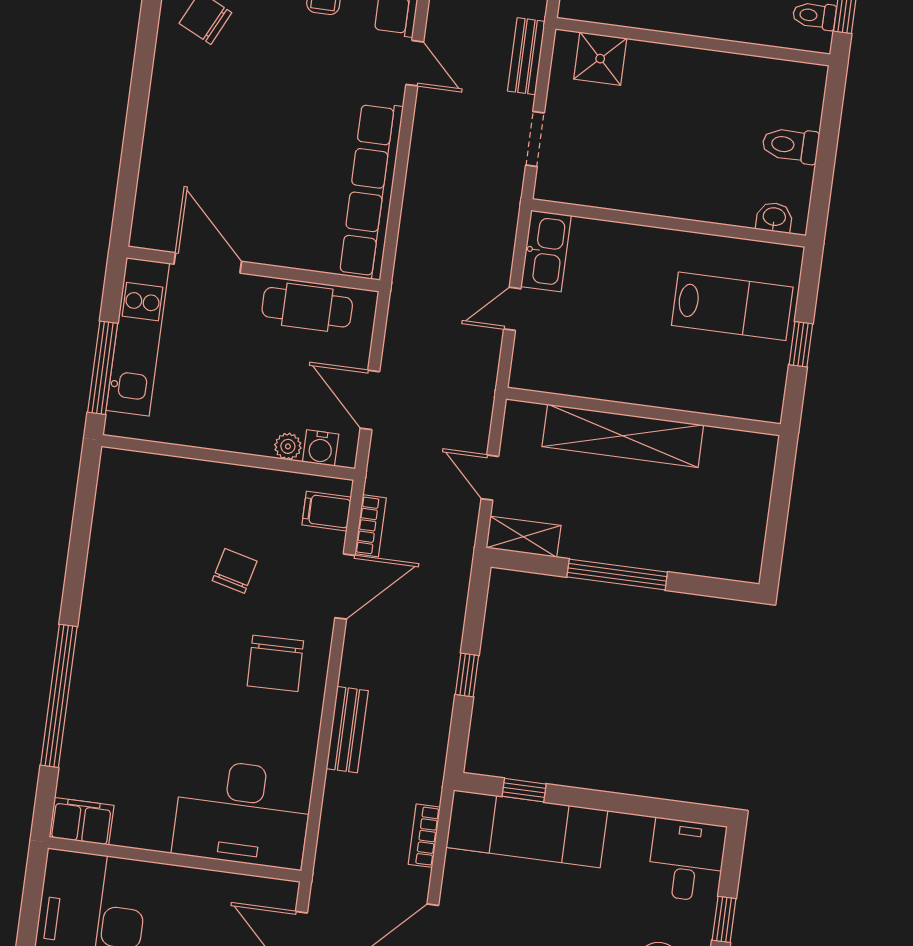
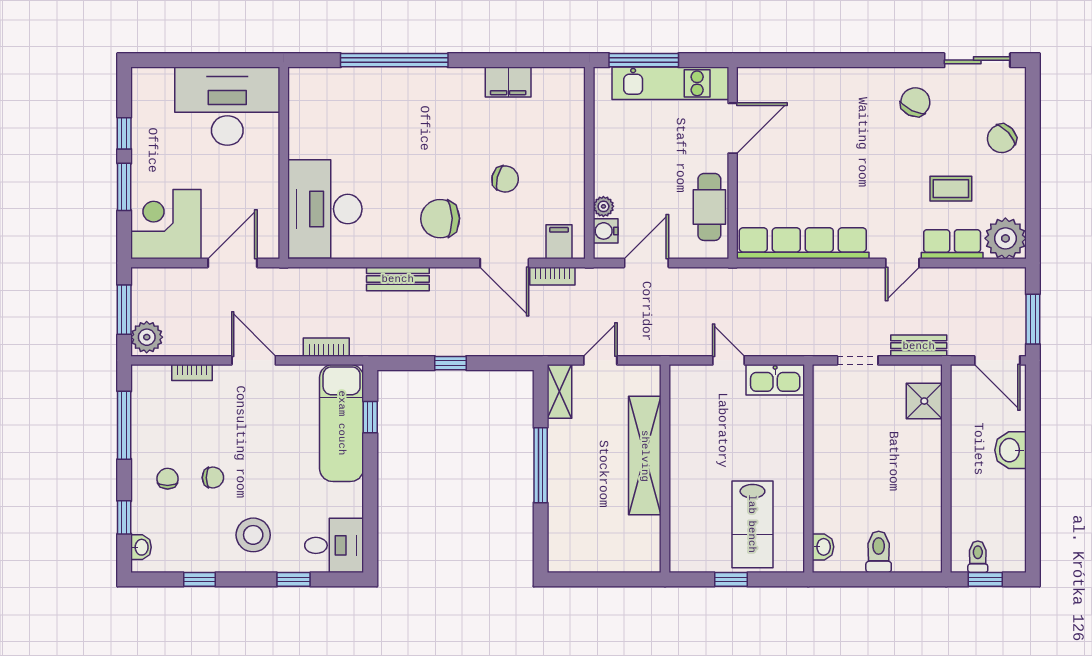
filing cabinet: (82, 821) -> (508, 82), moved, turned 90

